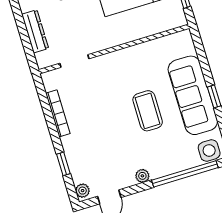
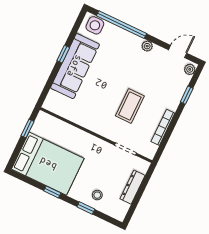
coffee table: (148, 111) -> (130, 106), moved

